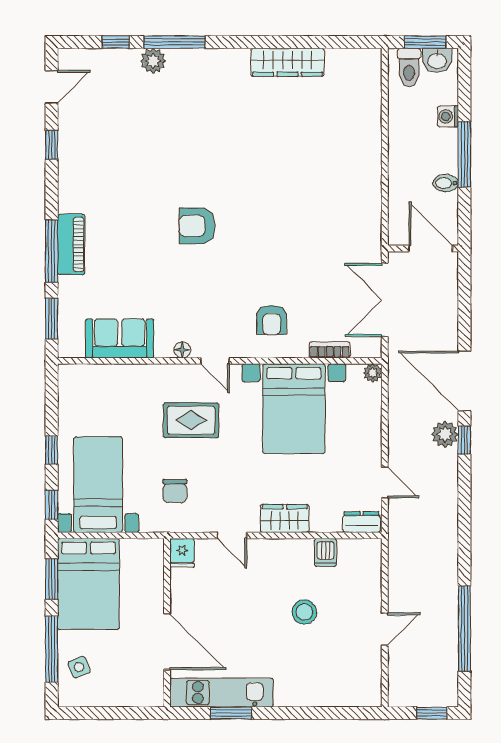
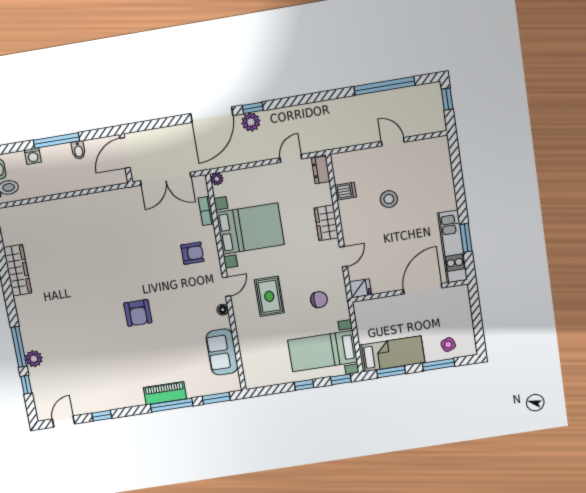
door: (52, 87) -> (63, 421), hinge flipped
bed: (88, 584) -> (392, 354), width x0.67
window: (52, 649) -> (439, 365), width x0.69

